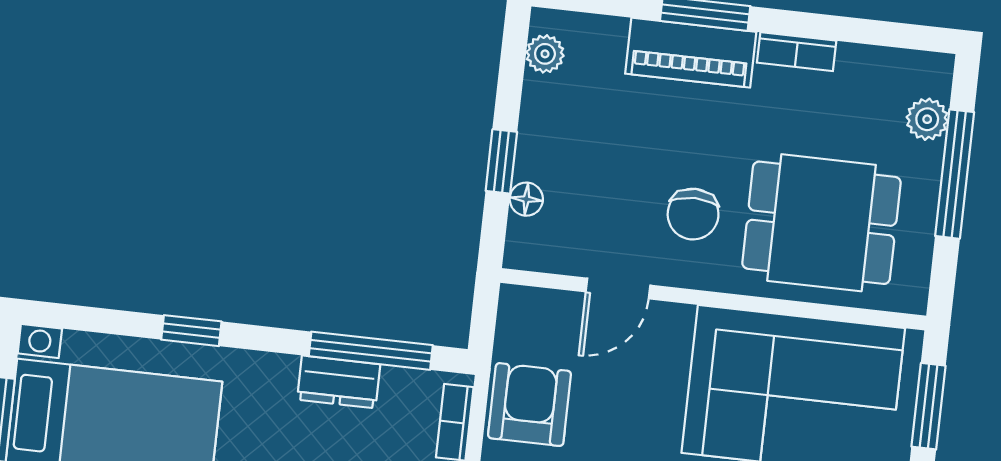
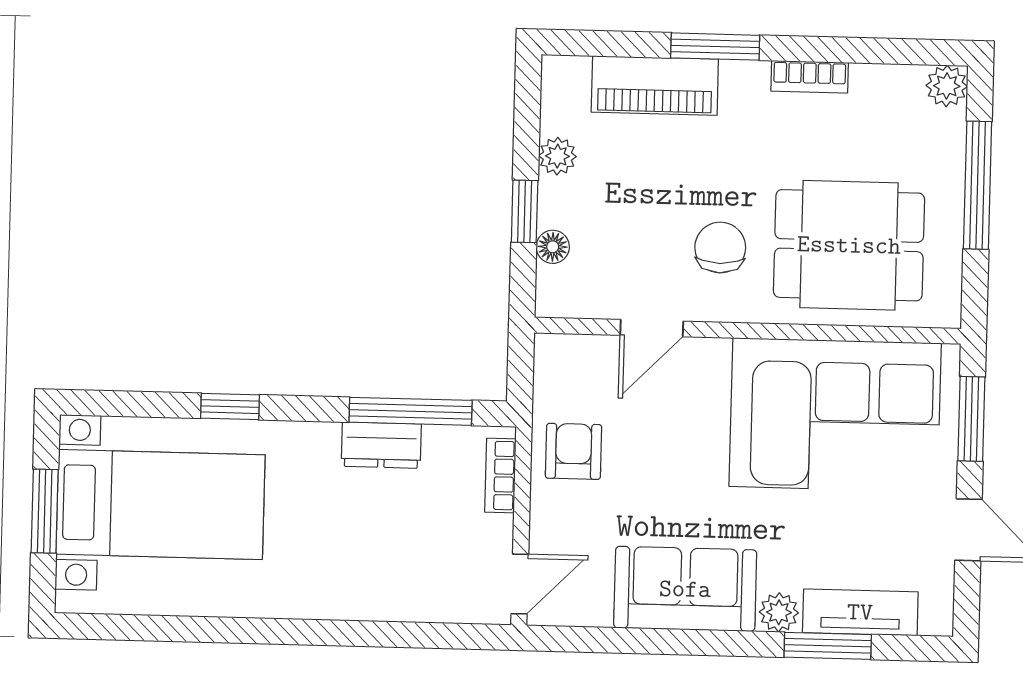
piano: (691, 53) -> (655, 86), moved
plant: (545, 54) -> (557, 156), moved
plant: (927, 119) -> (947, 86), moved
chair: (693, 214) -> (720, 247), turned 180
armchair: (530, 405) -> (574, 451), width x0.72, depth x0.72

